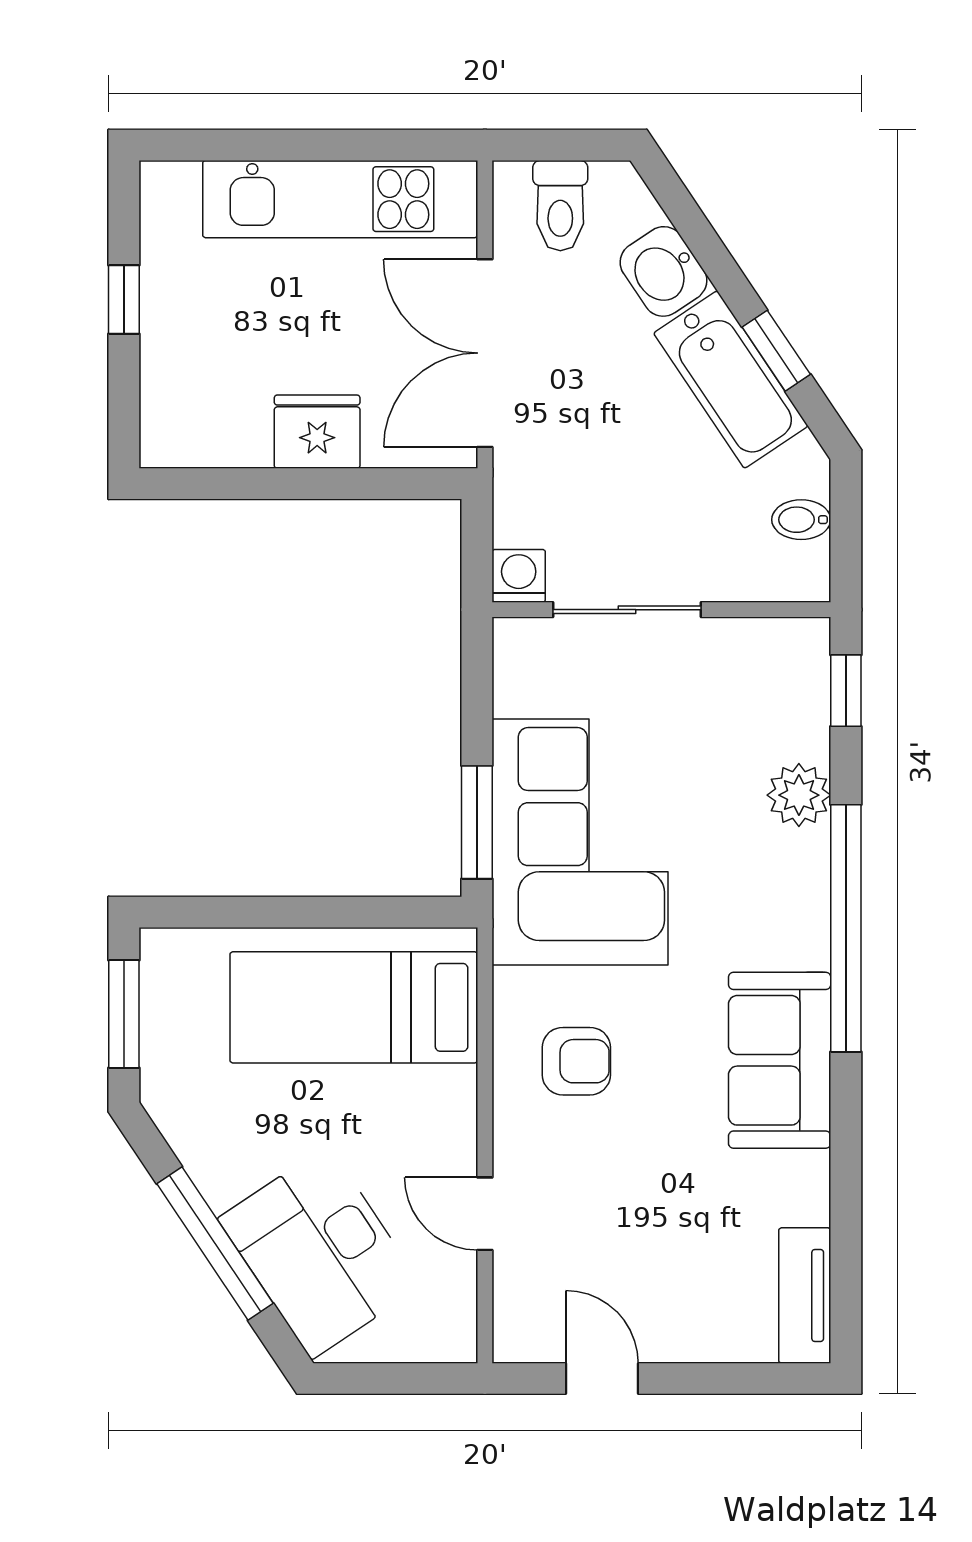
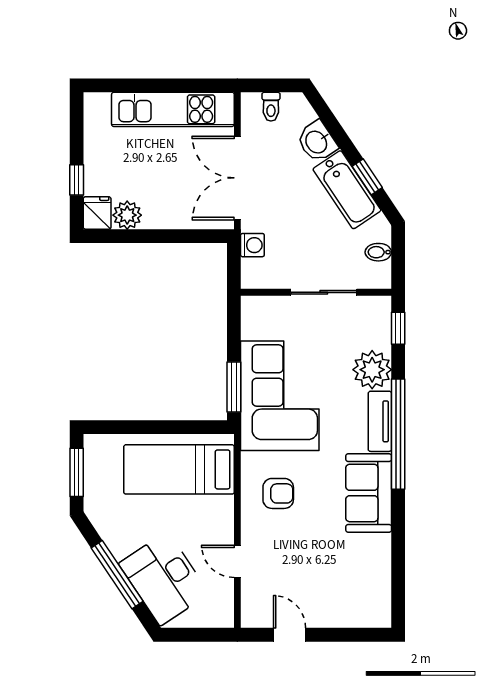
toilet: (560, 206) -> (271, 107), width x0.73, depth x0.72
window: (124, 299) -> (77, 180), moved
fridge: (317, 432) -> (97, 213), moved, width x0.72
plant: (238, 436) -> (127, 215), added
washing machine: (519, 576) -> (252, 245), moved, turned 90
sliding door: (627, 610) -> (324, 292), moved
plant: (799, 795) -> (372, 370), width x1.36, depth x1.36
tv unit: (805, 1295) -> (380, 421), moved

